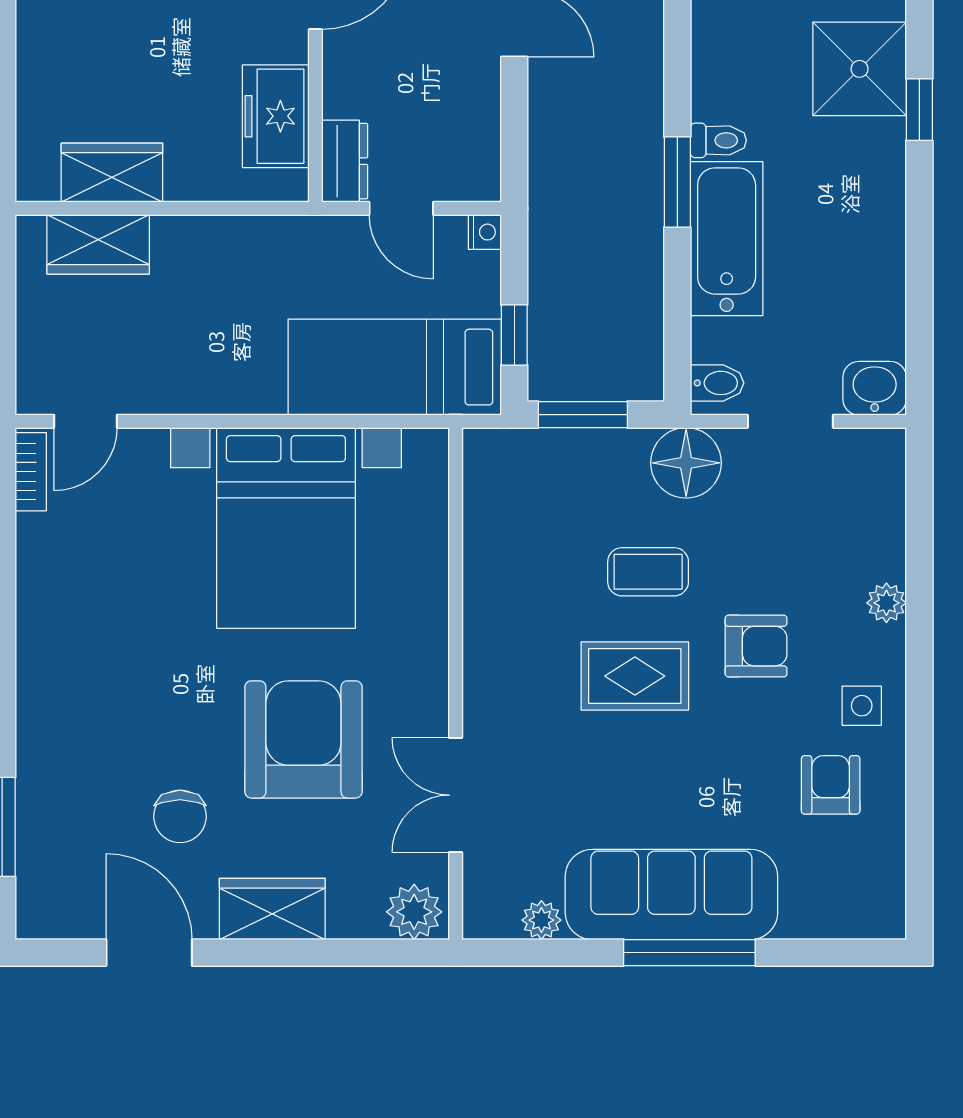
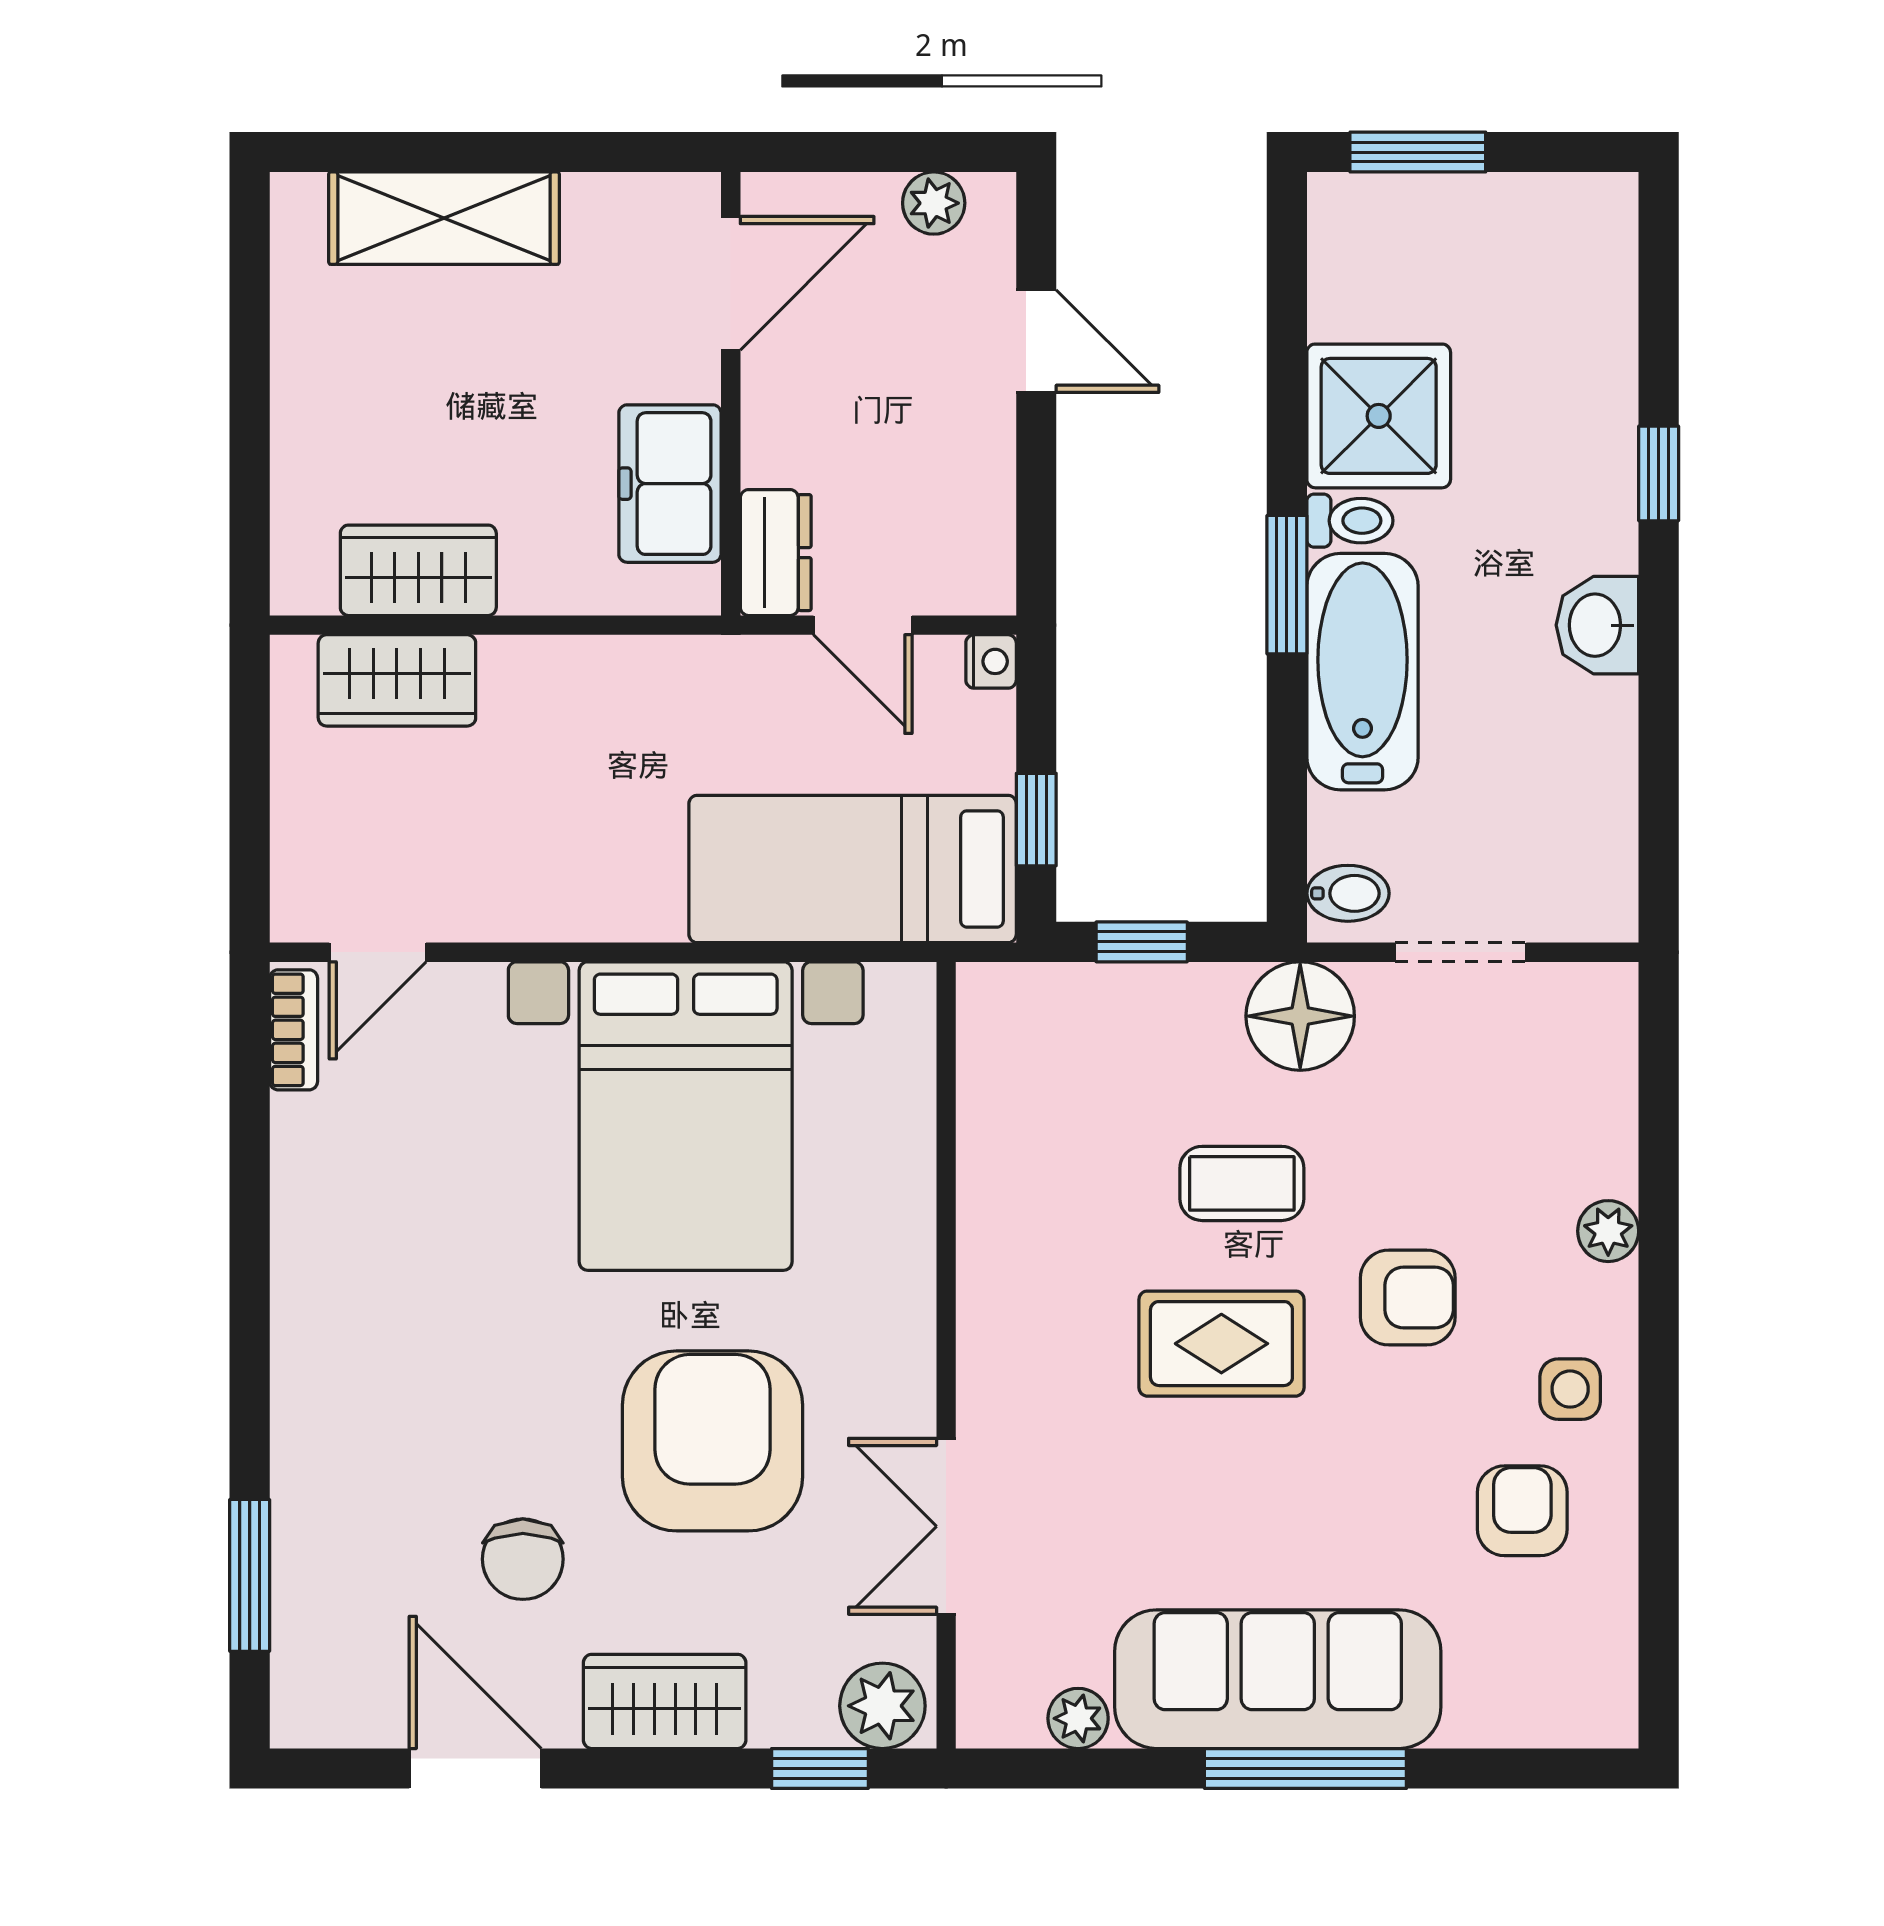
shower: (860, 69) -> (1379, 416), moved
washbasin: (875, 388) -> (1597, 625), moved, turned -90
window: (583, 415) -> (1142, 942), width x0.67
window: (373, 953) -> (820, 1768), added

